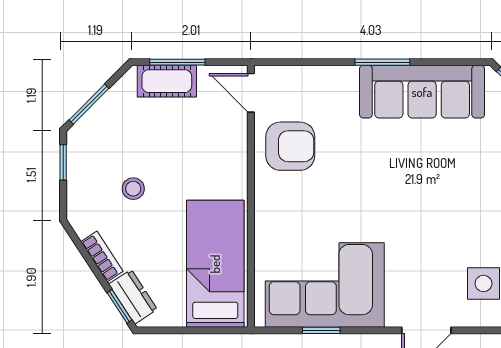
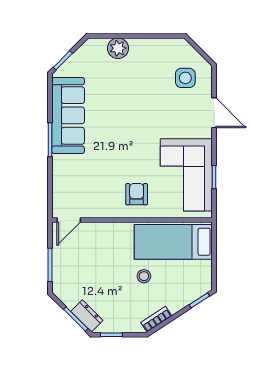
cot: (167, 81) -> (62, 271), removed
armchair: (290, 146) -> (137, 194), moved, width x0.72, depth x0.72
stool: (133, 189) -> (144, 276), moved
bookcase: (102, 256) -> (156, 319), moved
dresser: (133, 297) -> (87, 316), moved, turned 78

